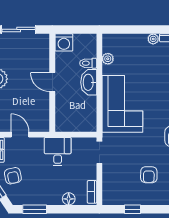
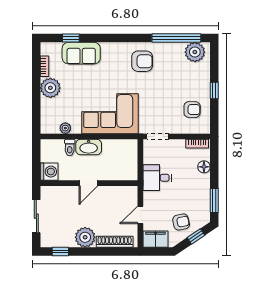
plant: (153, 39) -> (50, 88), width x1.88, depth x1.88
armchair: (149, 175) -> (192, 110), moved
window: (133, 209) -> (214, 91), moved

